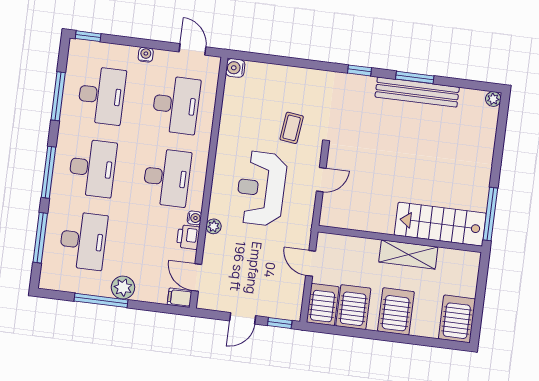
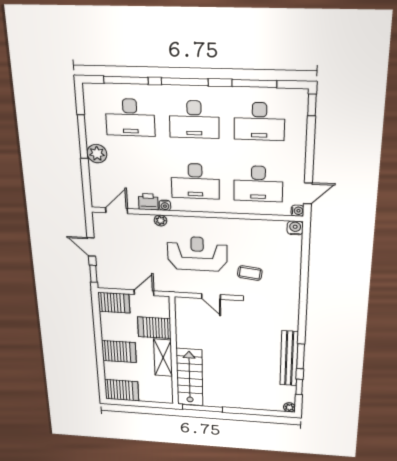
water cooler: (146, 55) -> (297, 211), moved
window: (359, 70) -> (299, 387), moved
filing cabinet: (180, 298) -> (98, 199), removed
server rack: (353, 307) -> (154, 328), moved, turned 180

